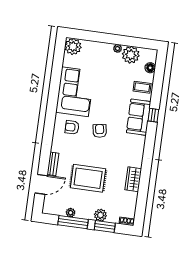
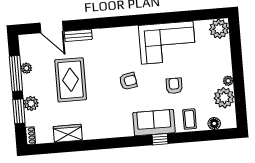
armchair: (72, 127) -> (174, 86), moved
wardrobe: (133, 179) -> (68, 133), moved

